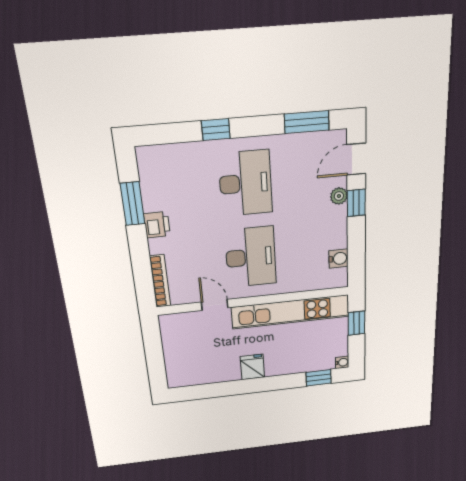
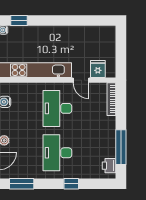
window: (133, 204) -> (121, 147), width x1.44
printer: (157, 225) -> (109, 166), moved
fridge: (252, 367) -> (98, 69), moved, turned 180

